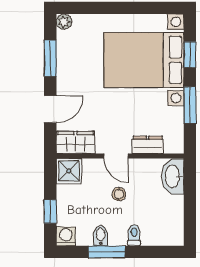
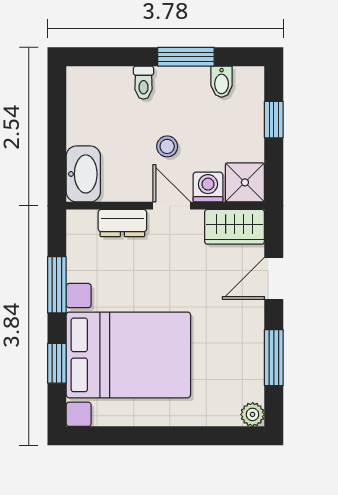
washing machine: (66, 236) -> (208, 187), moved, turned 180
bidet: (101, 236) -> (222, 82), moved

